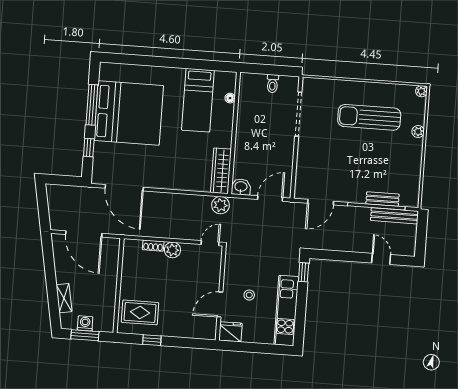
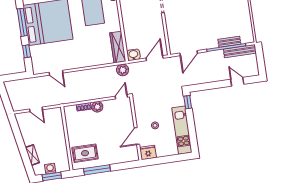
door: (124, 188) -> (56, 73), width x0.53
door: (84, 234) -> (36, 109), width x0.53
window: (152, 340) -> (97, 170), width x2.17

